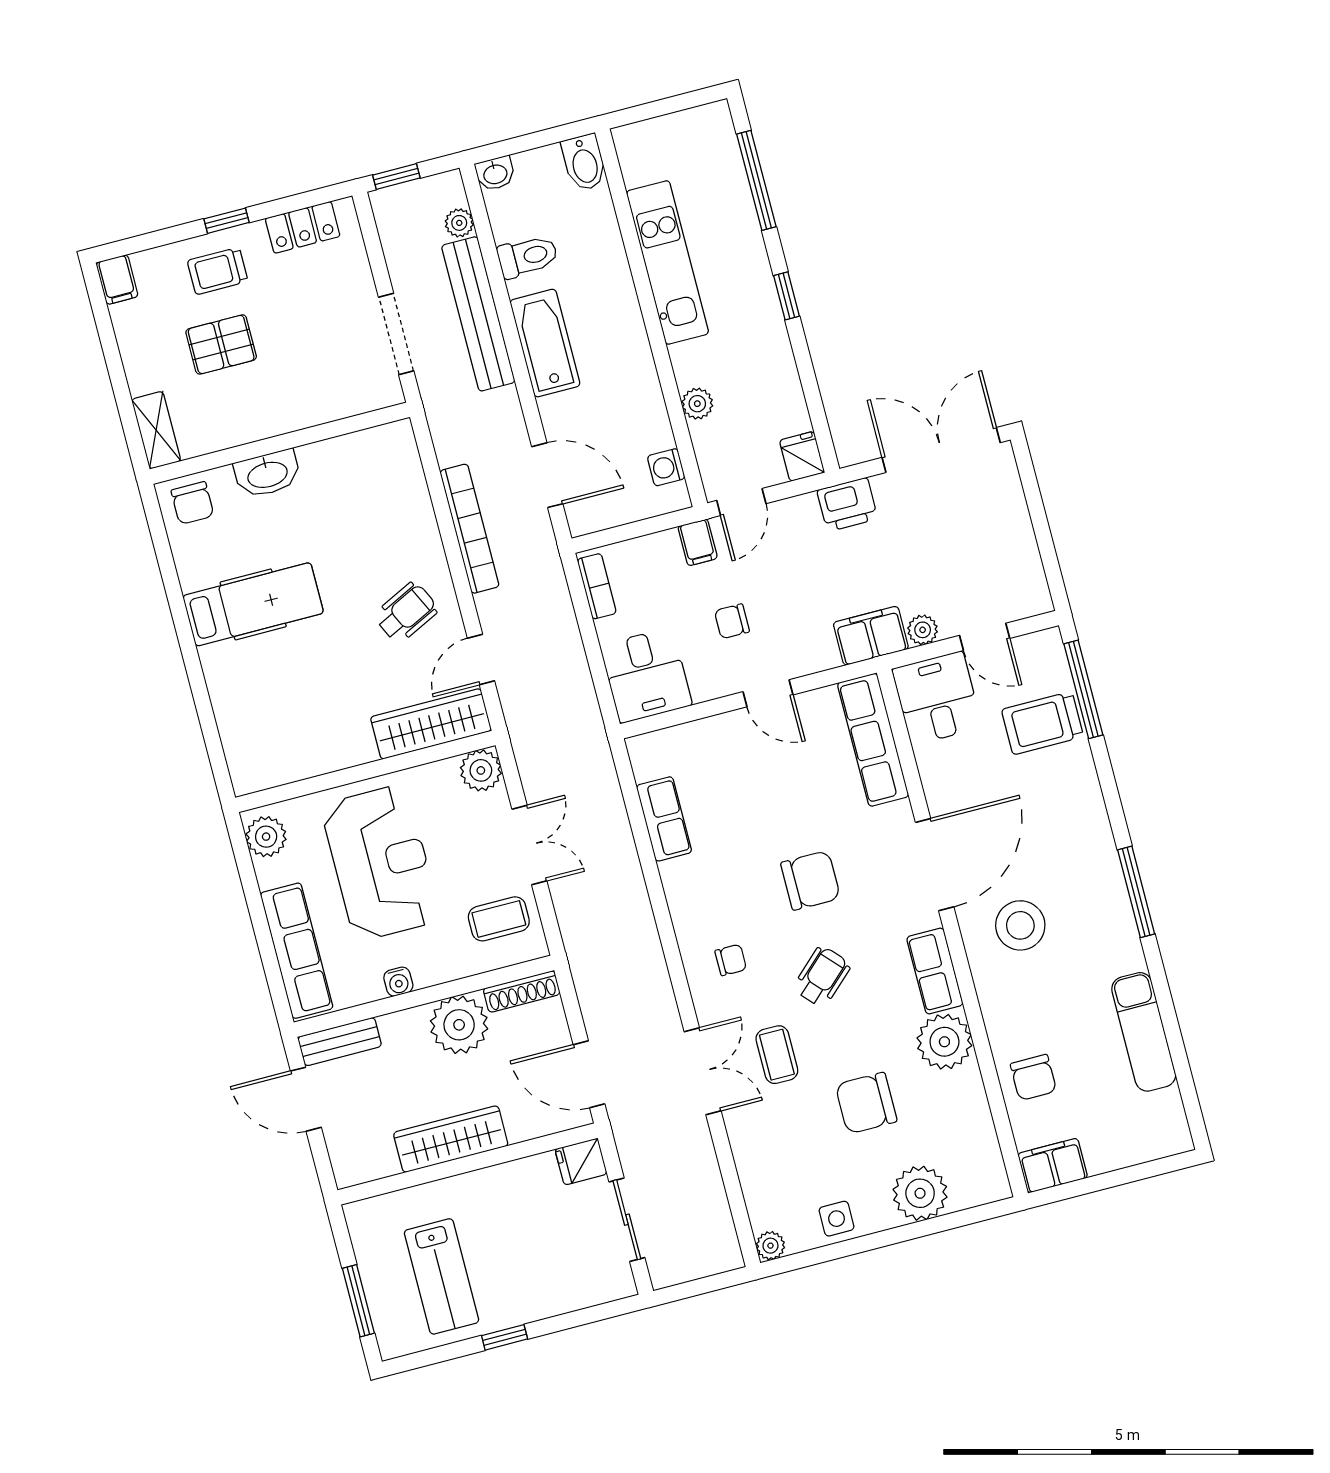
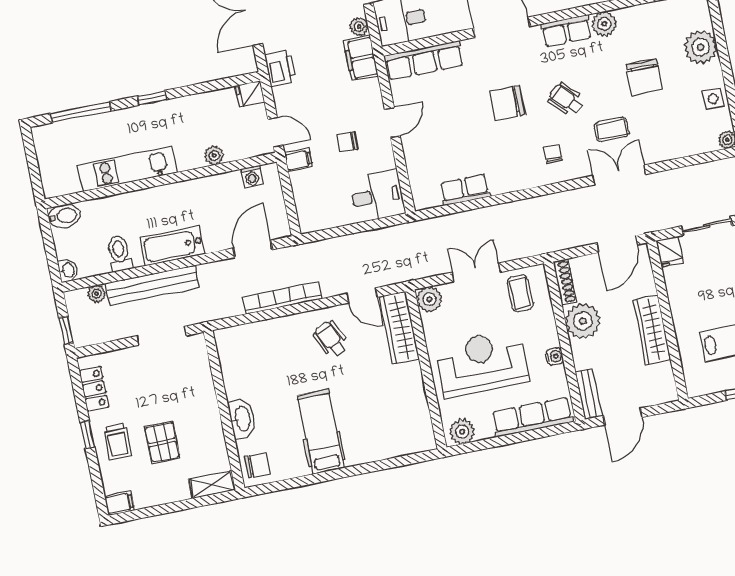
bookcase: (597, 586) -> (322, 223), removed
chair: (732, 621) -> (347, 142), turned 90
chair: (810, 880) -> (507, 103), turned -90
plant: (944, 1042) -> (604, 24), width x0.73, depth x0.73

